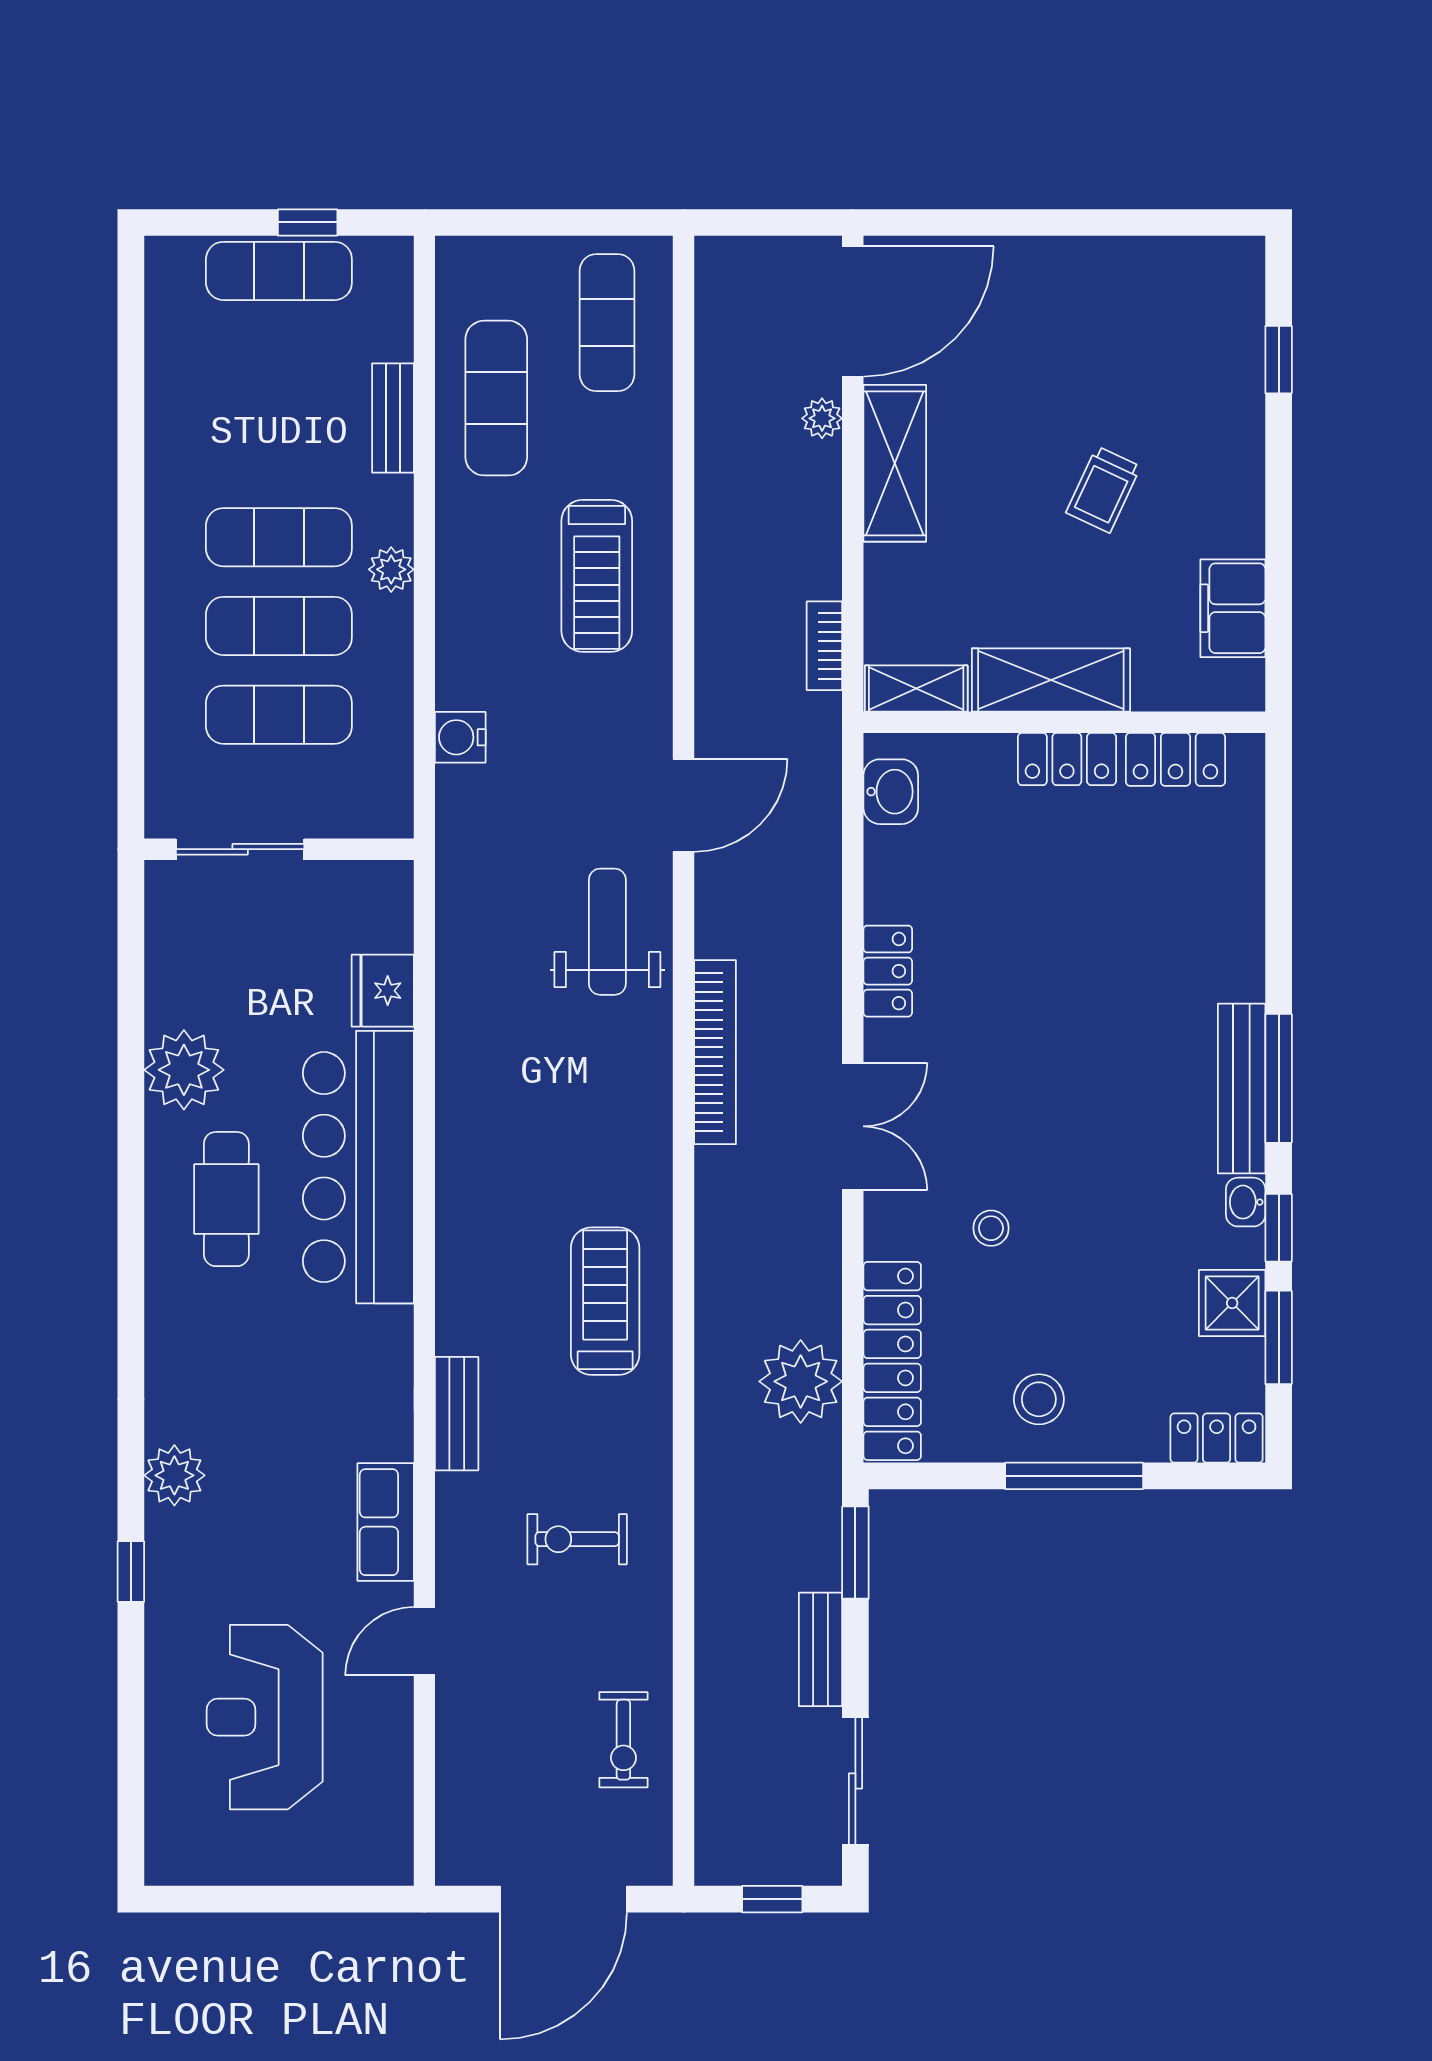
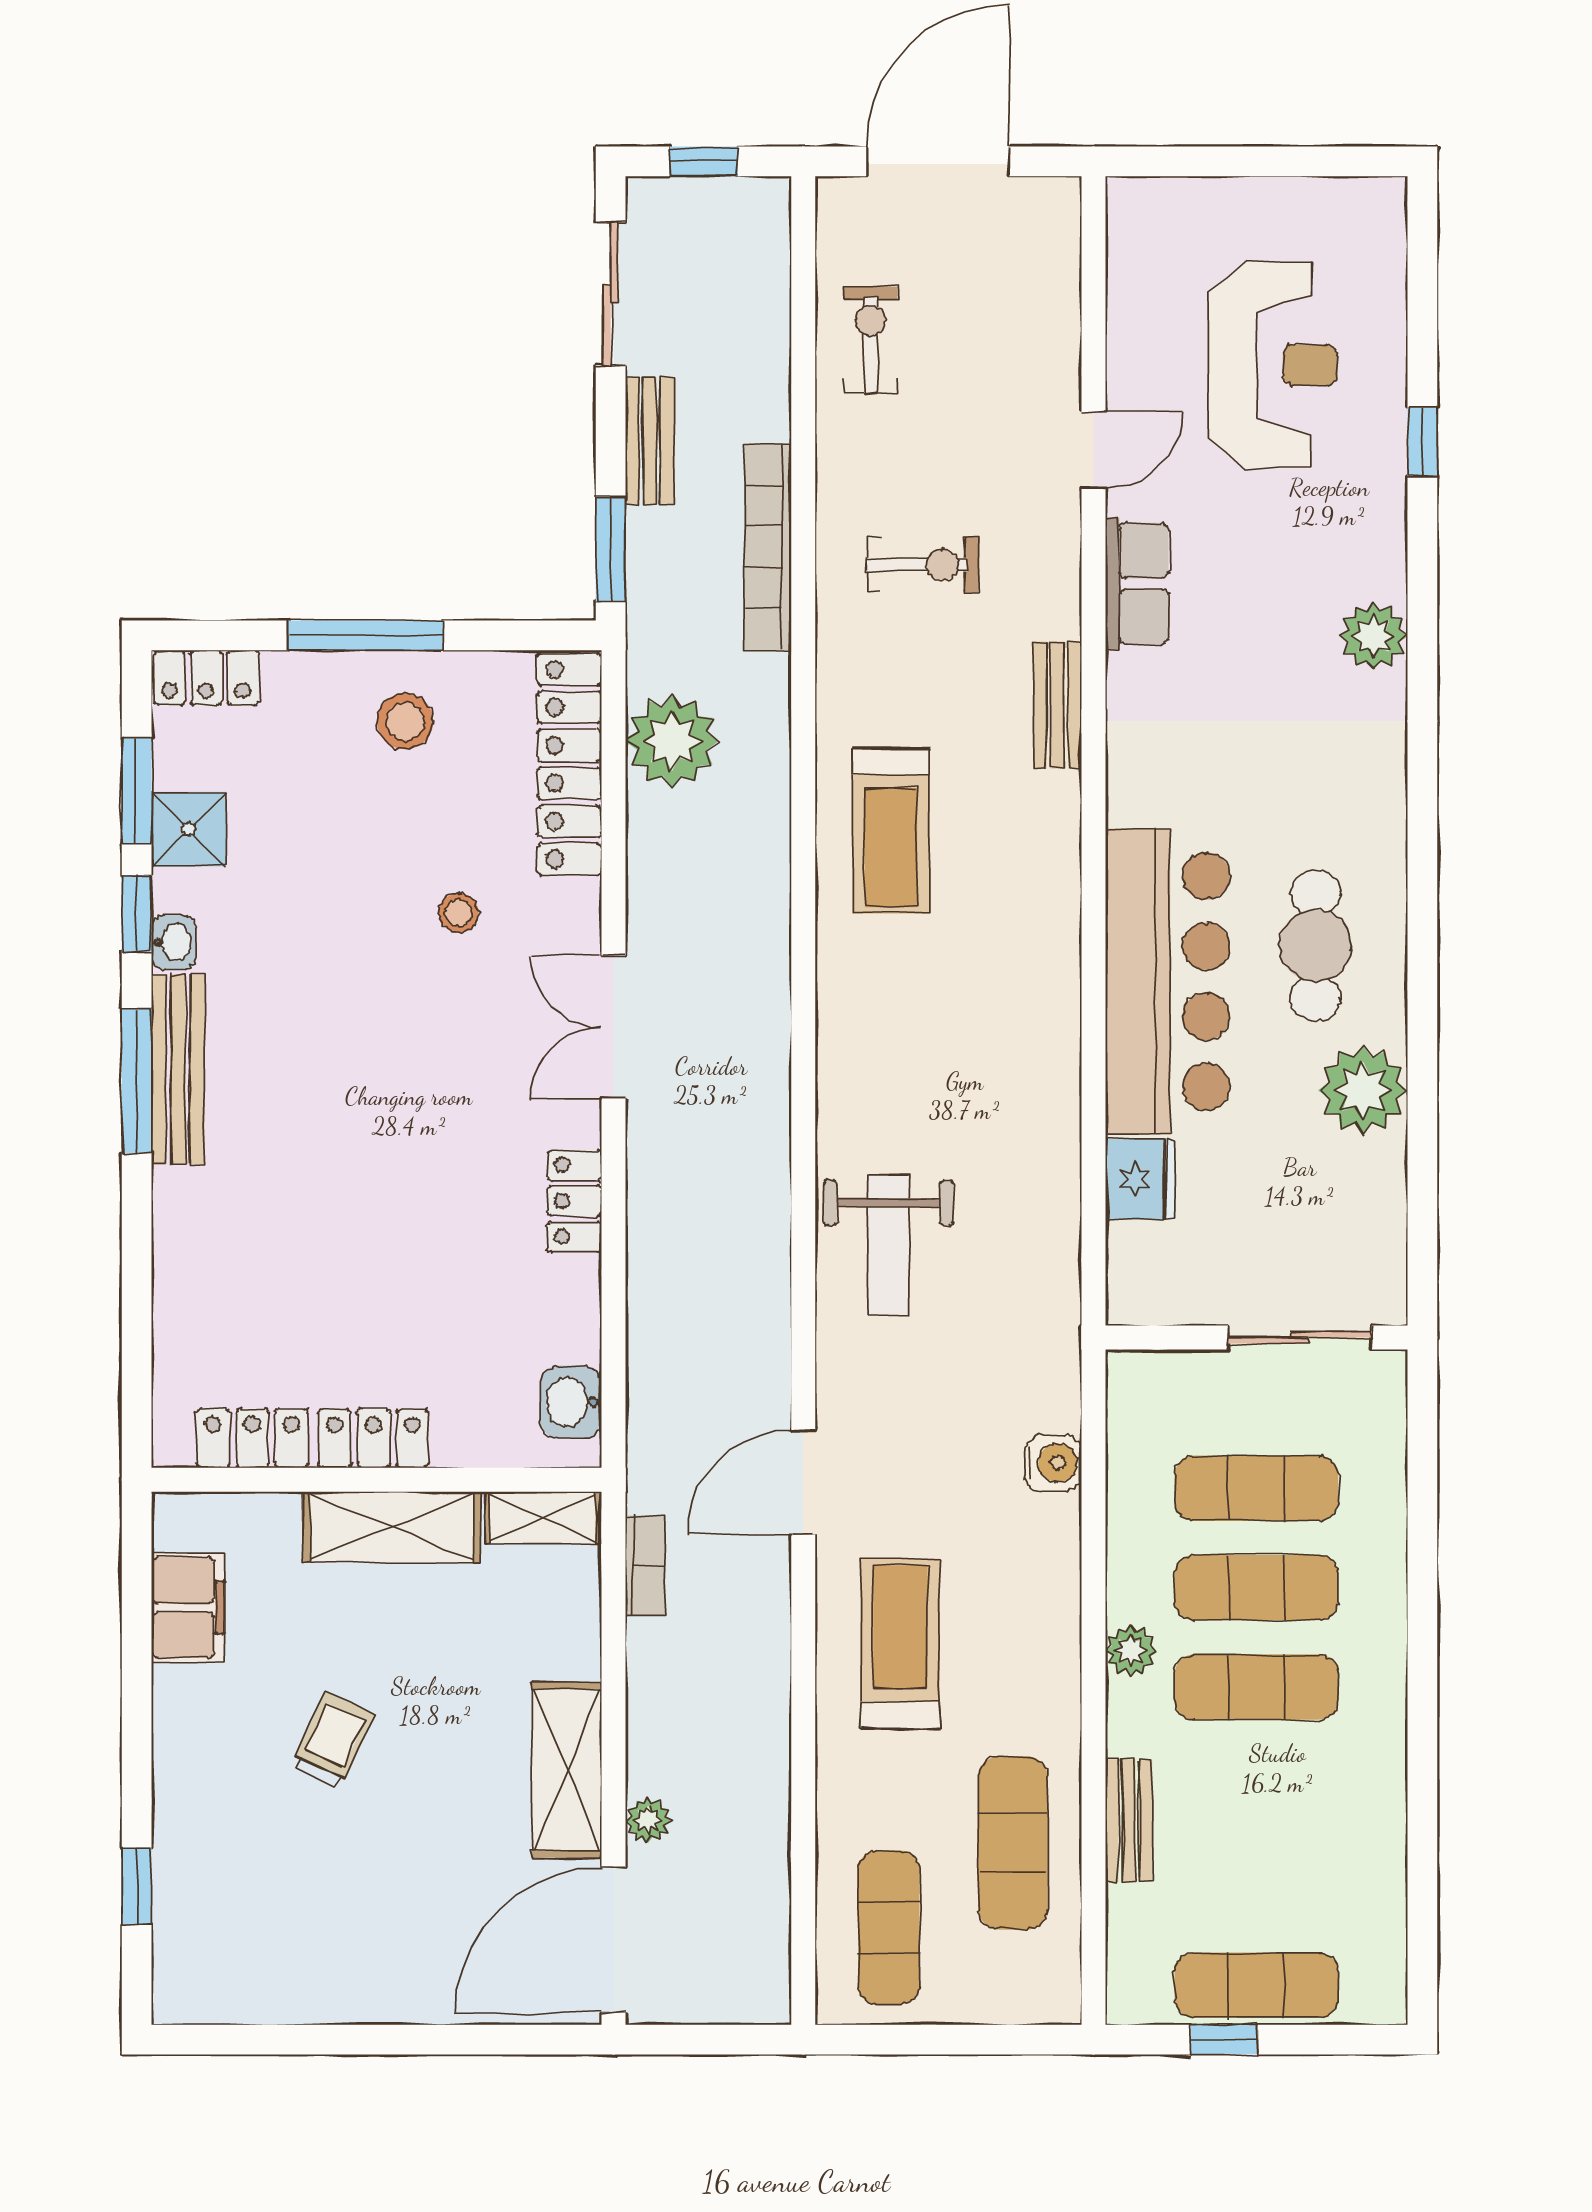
door: (684, 805) -> (803, 1482), moved
bookcase: (715, 1052) -> (768, 547), moved
window: (131, 1572) -> (1422, 441), moved

